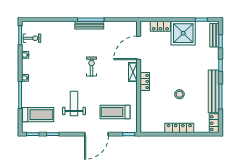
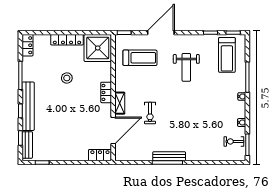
locker: (160, 26) -> (100, 155), moved
shower: (183, 33) -> (98, 48), moved
exercise bike: (92, 67) -> (150, 113), moved
bench: (214, 91) -> (28, 106), moved
treadmill: (38, 115) -> (227, 55), turned -90

